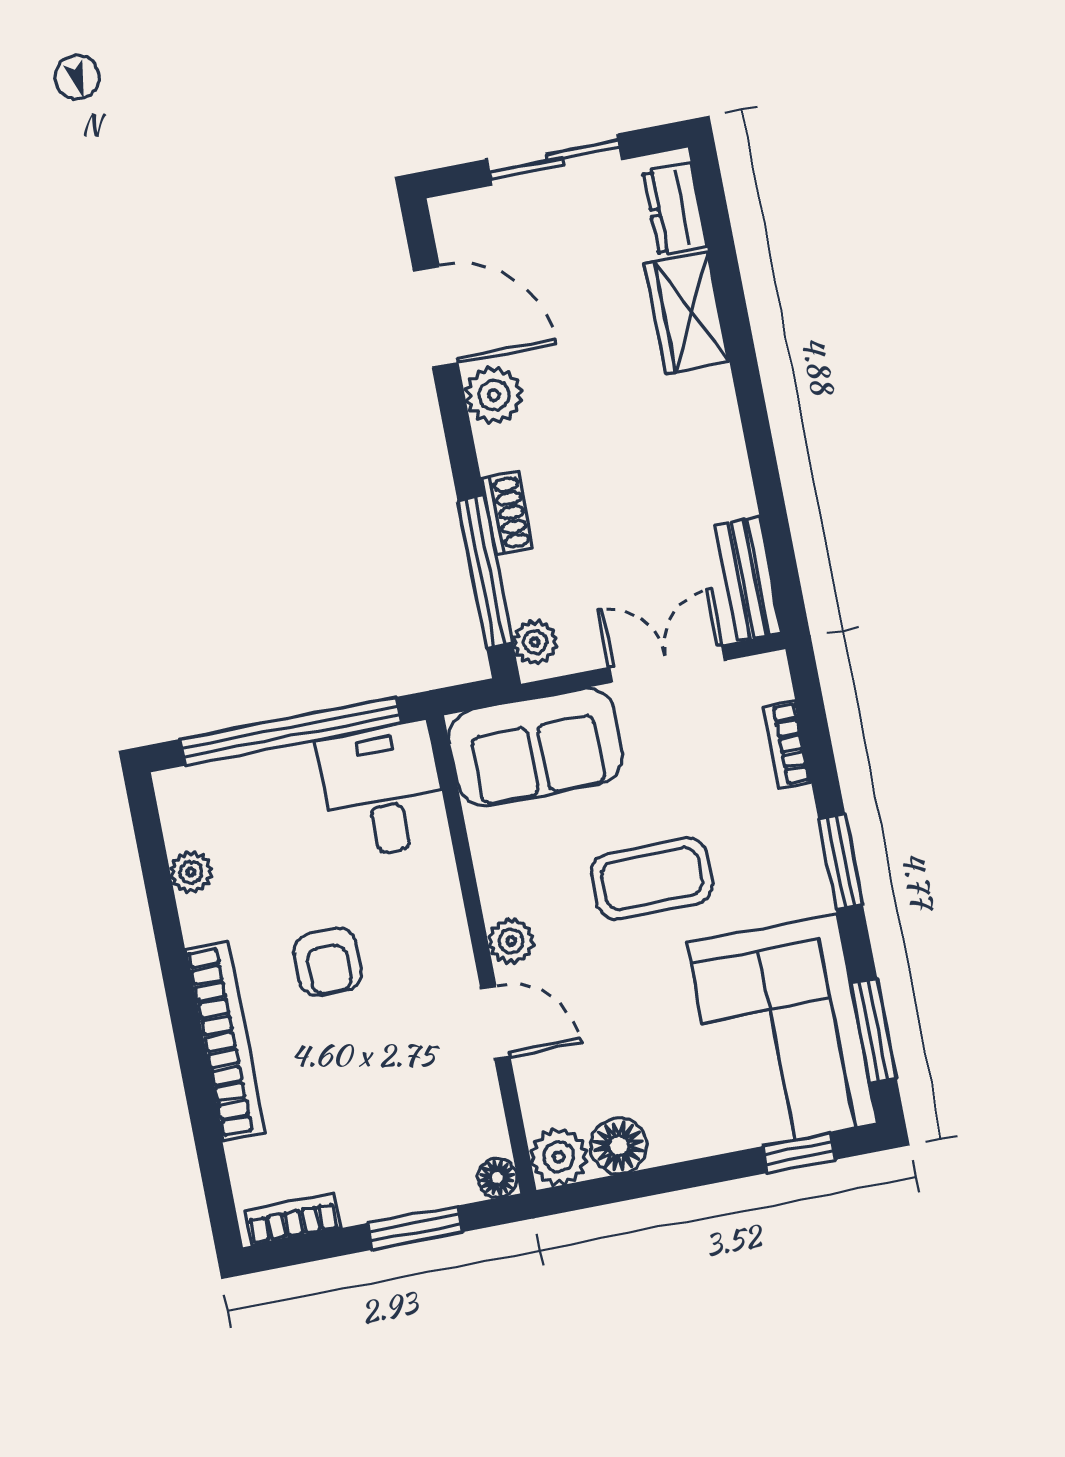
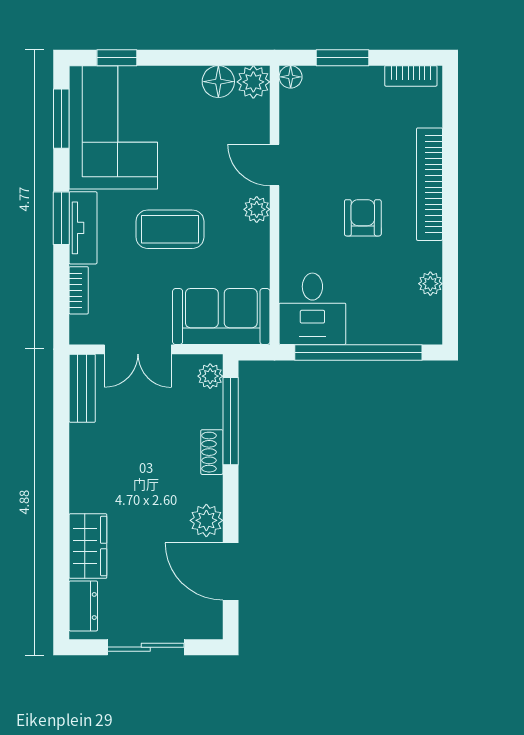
tv unit: (801, 852) -> (83, 228), added

